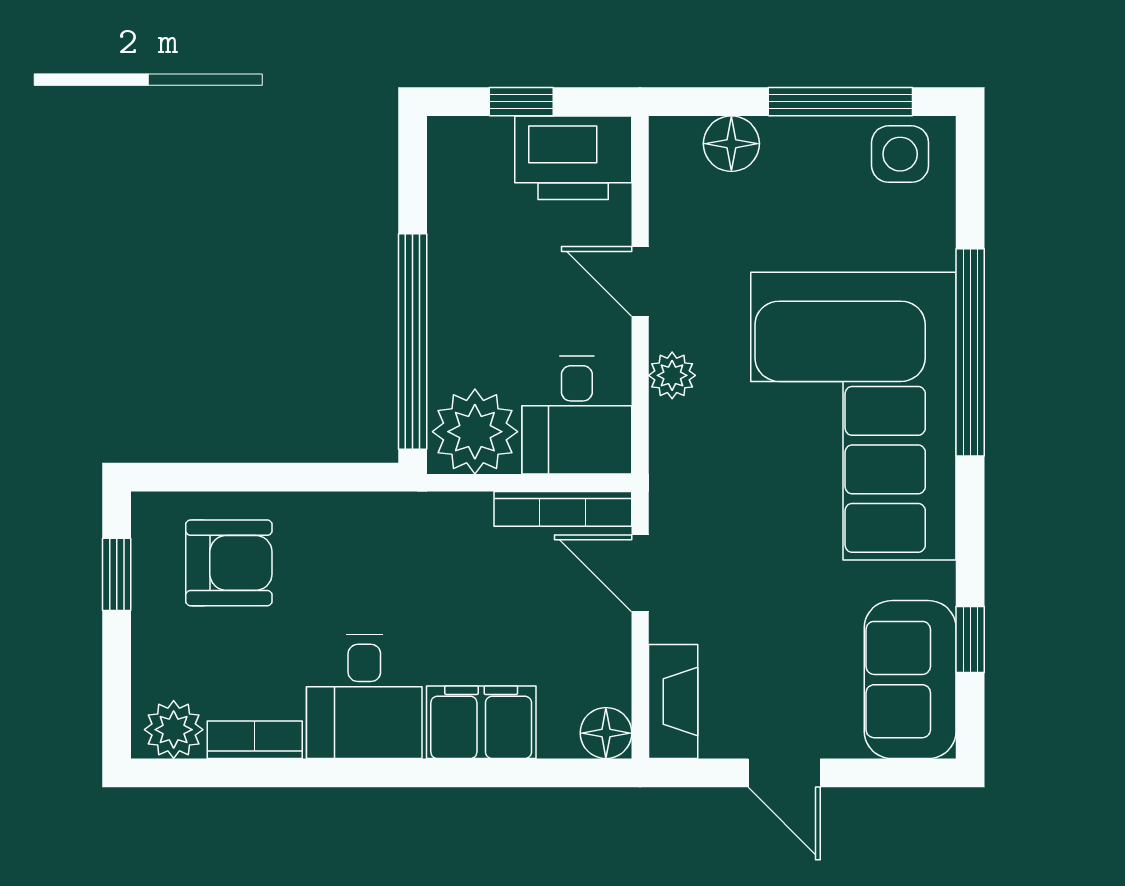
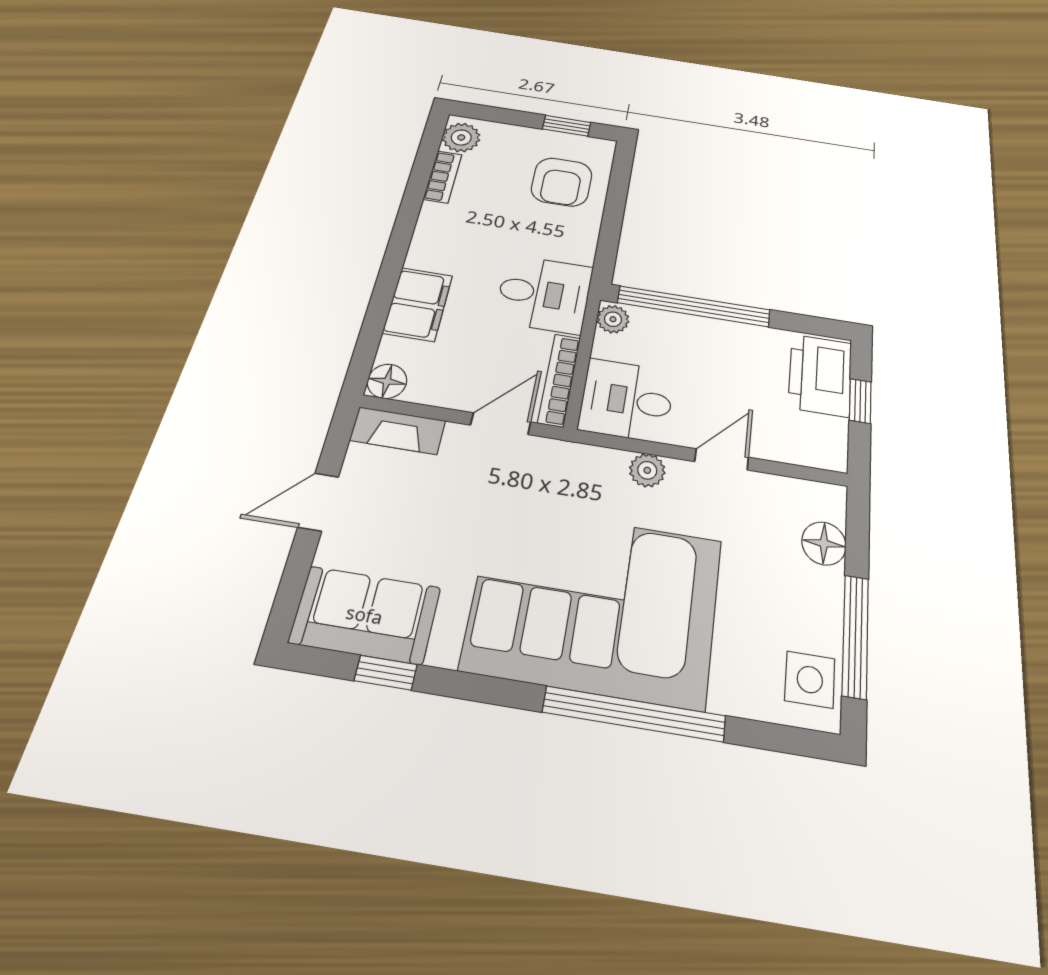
printer: (573, 158) -> (820, 375), moved
plant: (475, 432) -> (613, 319), width x0.53, depth x0.53
desk: (364, 696) -> (544, 294), moved, turned 180

